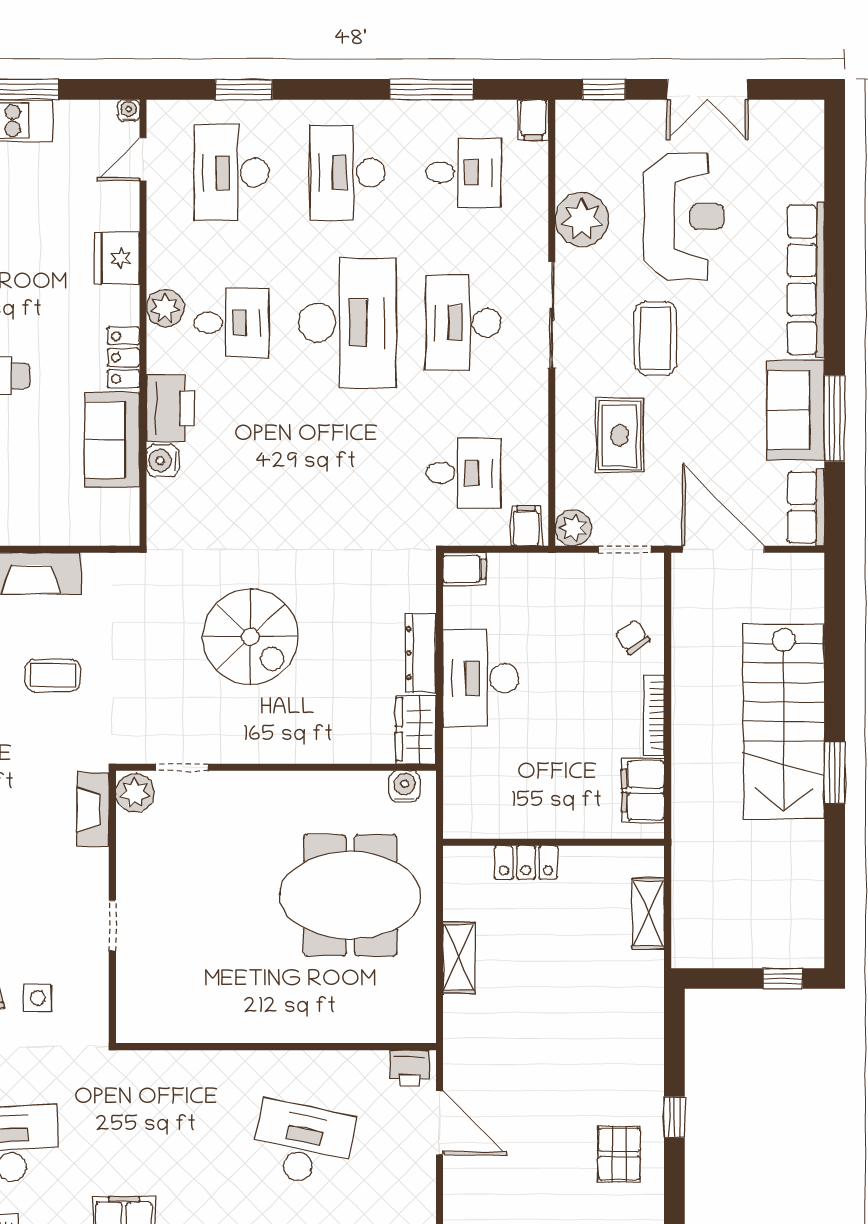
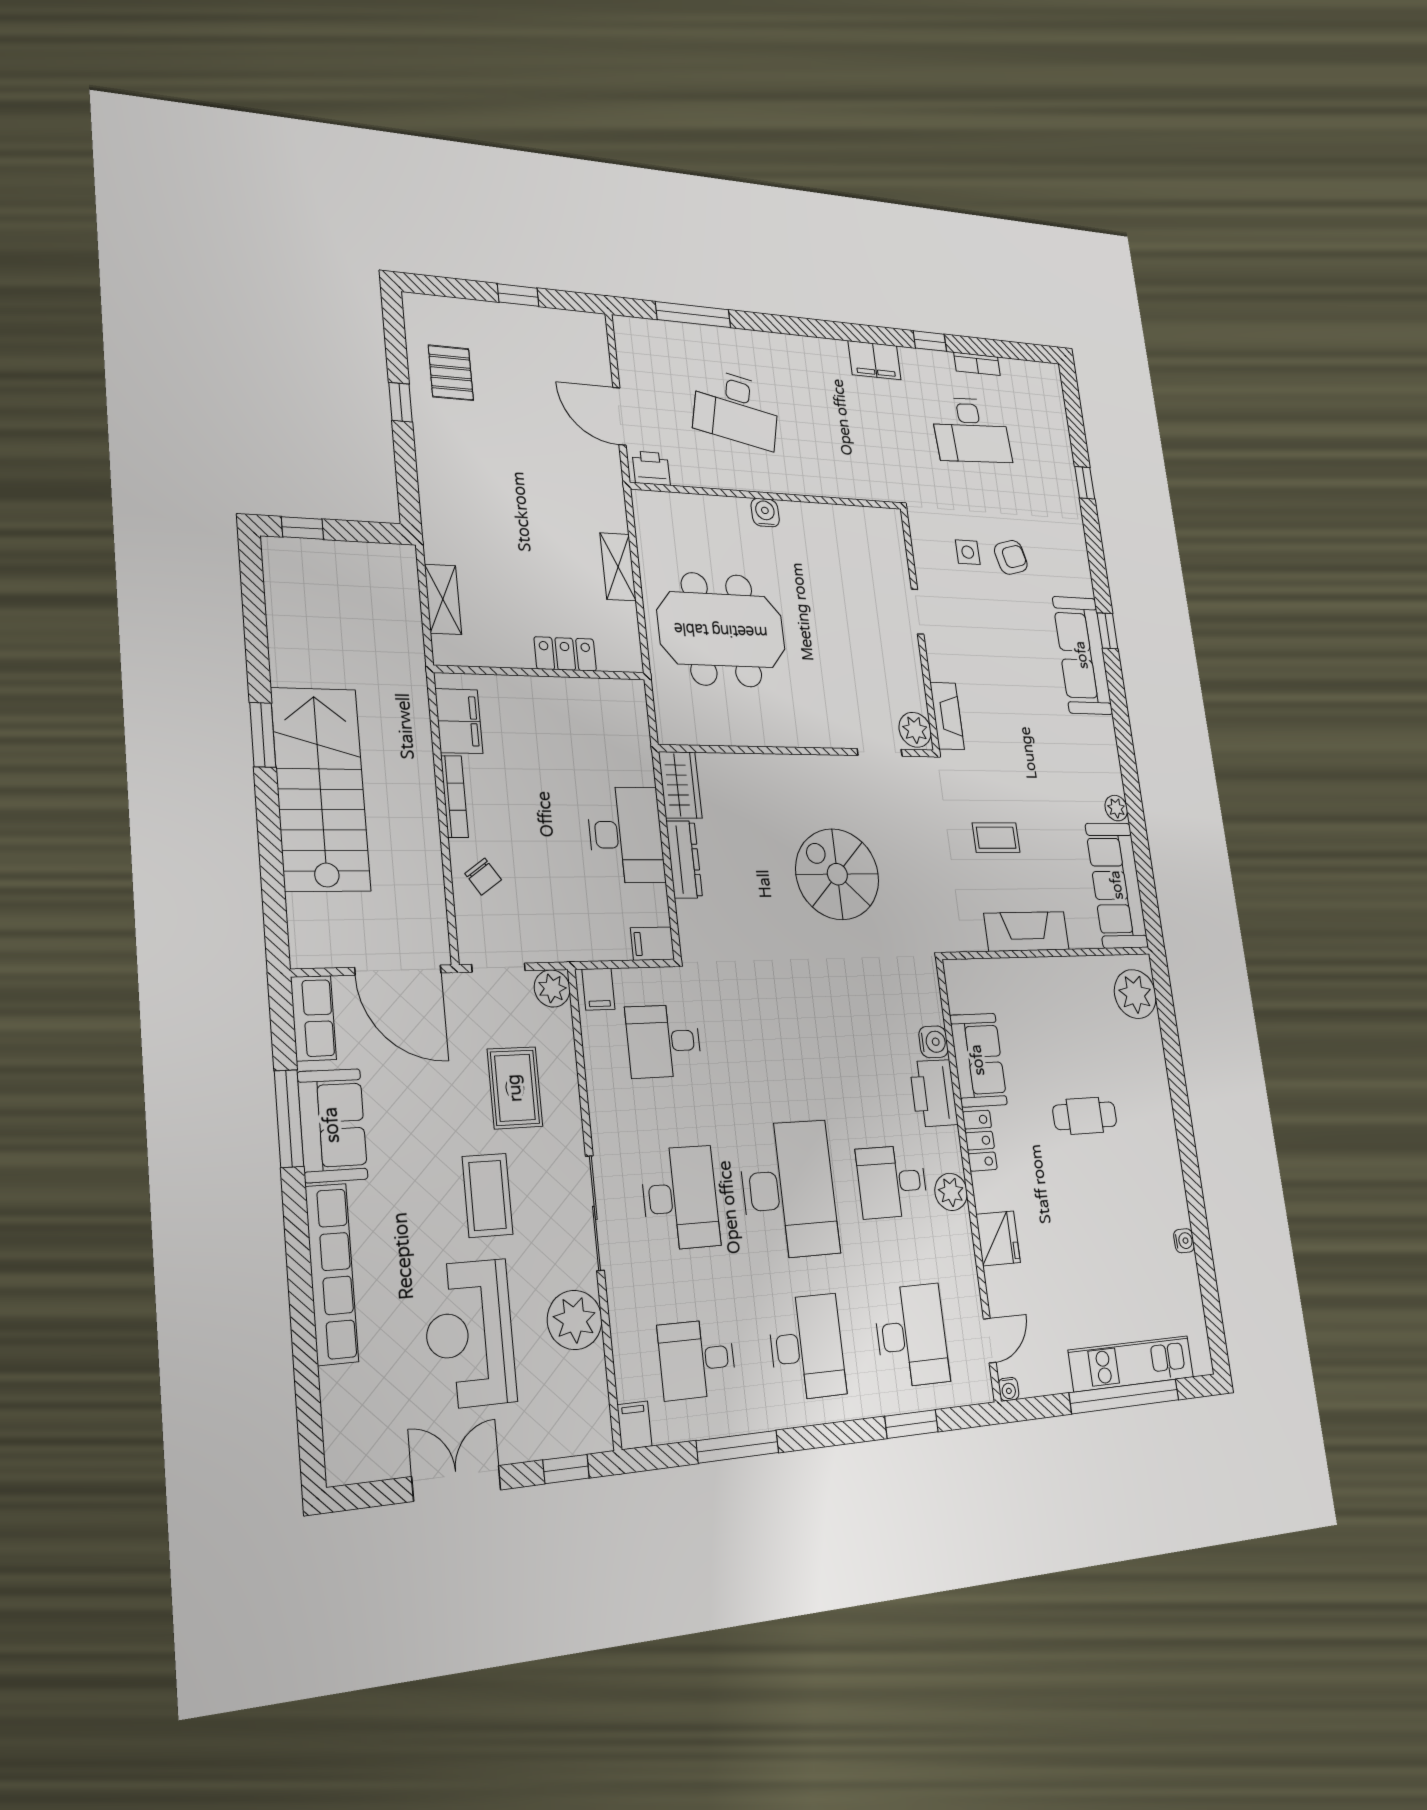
desk: (347, 323) -> (789, 1190), turned 180
water cooler: (405, 786) -> (765, 513), moved, turned 180

